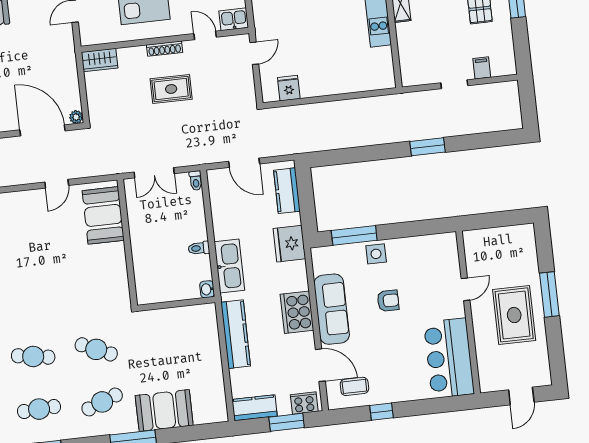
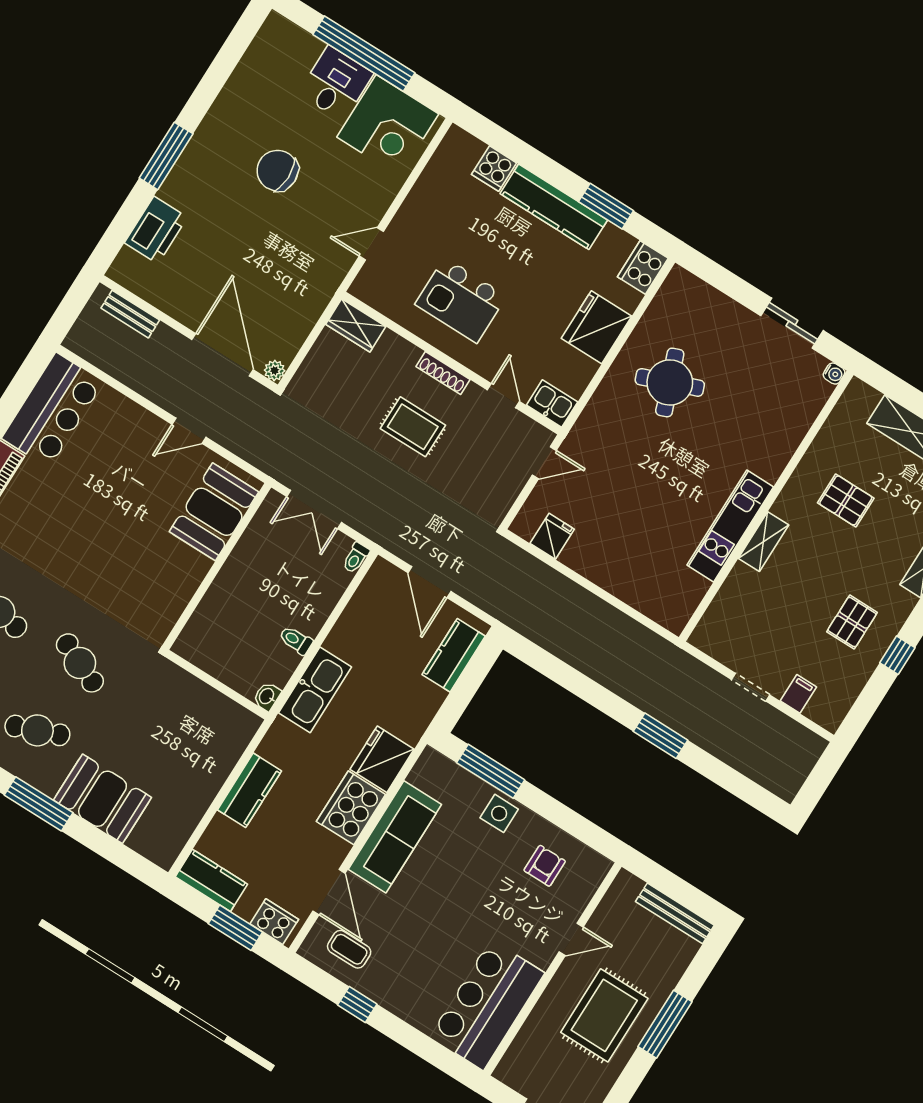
bench: (509, 233) -> (675, 913), added
fridge: (289, 244) -> (382, 759), moved
armchair: (388, 301) -> (545, 866), moved, turned -90
kitchen counter: (236, 334) -> (249, 790), width x0.67

